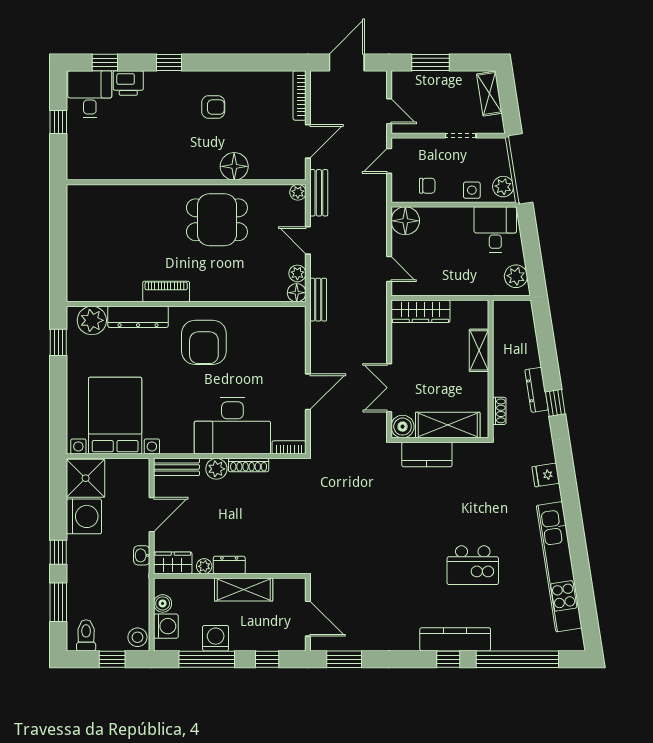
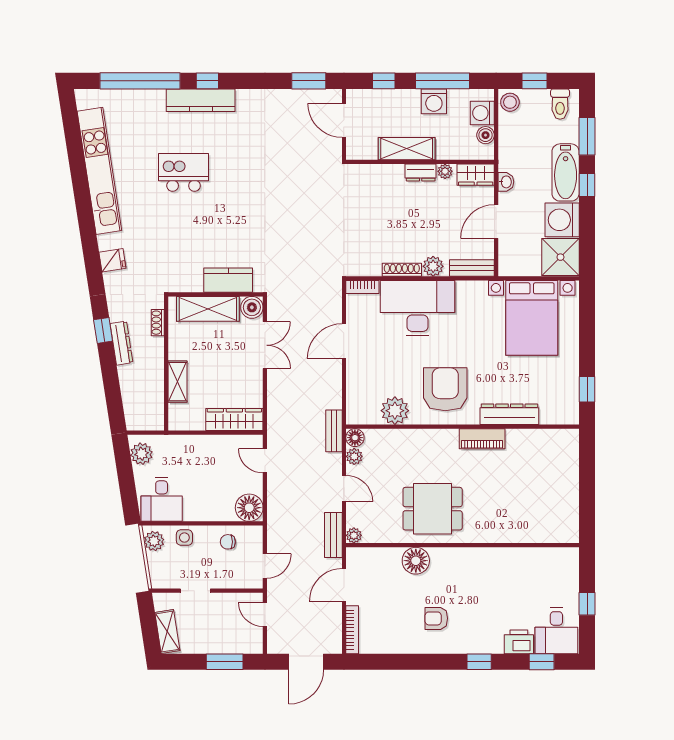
plant: (92, 320) -> (395, 411), moved
bathtub: (80, 565) -> (566, 172), added

